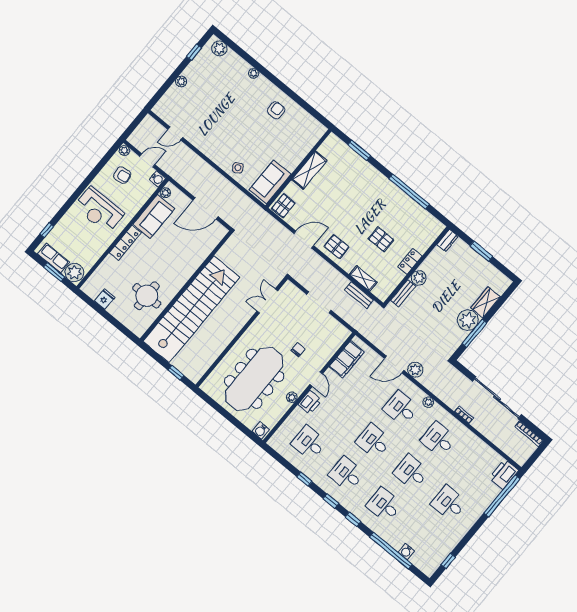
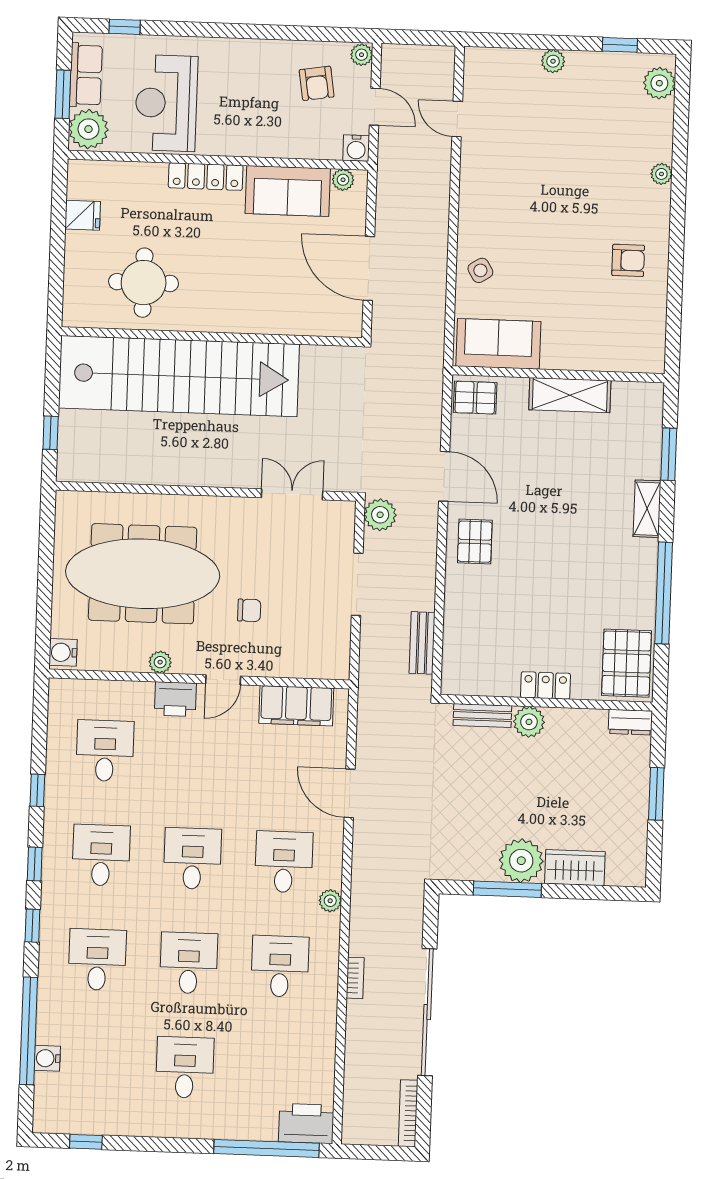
reception desk: (99, 210) -> (166, 103), moved
pallet: (381, 239) -> (627, 663), moved, width x1.50, depth x1.42
shelving: (363, 278) -> (647, 509), moved
plant: (415, 370) -> (380, 515), moved

